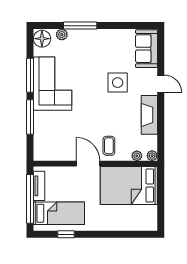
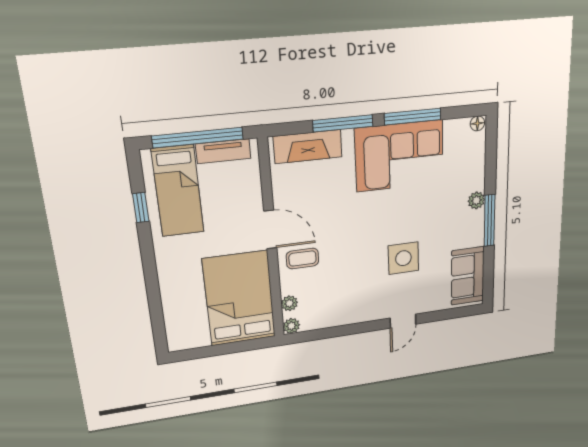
window: (80, 26) -> (489, 220), moved
plant: (62, 35) -> (476, 200), moved
floor lamp: (42, 39) -> (477, 123), width x0.53, depth x0.53
sofa: (146, 49) -> (468, 276), moved, turned -90
fireplace: (149, 115) -> (308, 147), moved, turned 180
door: (88, 164) -> (270, 229), hinge flipped

